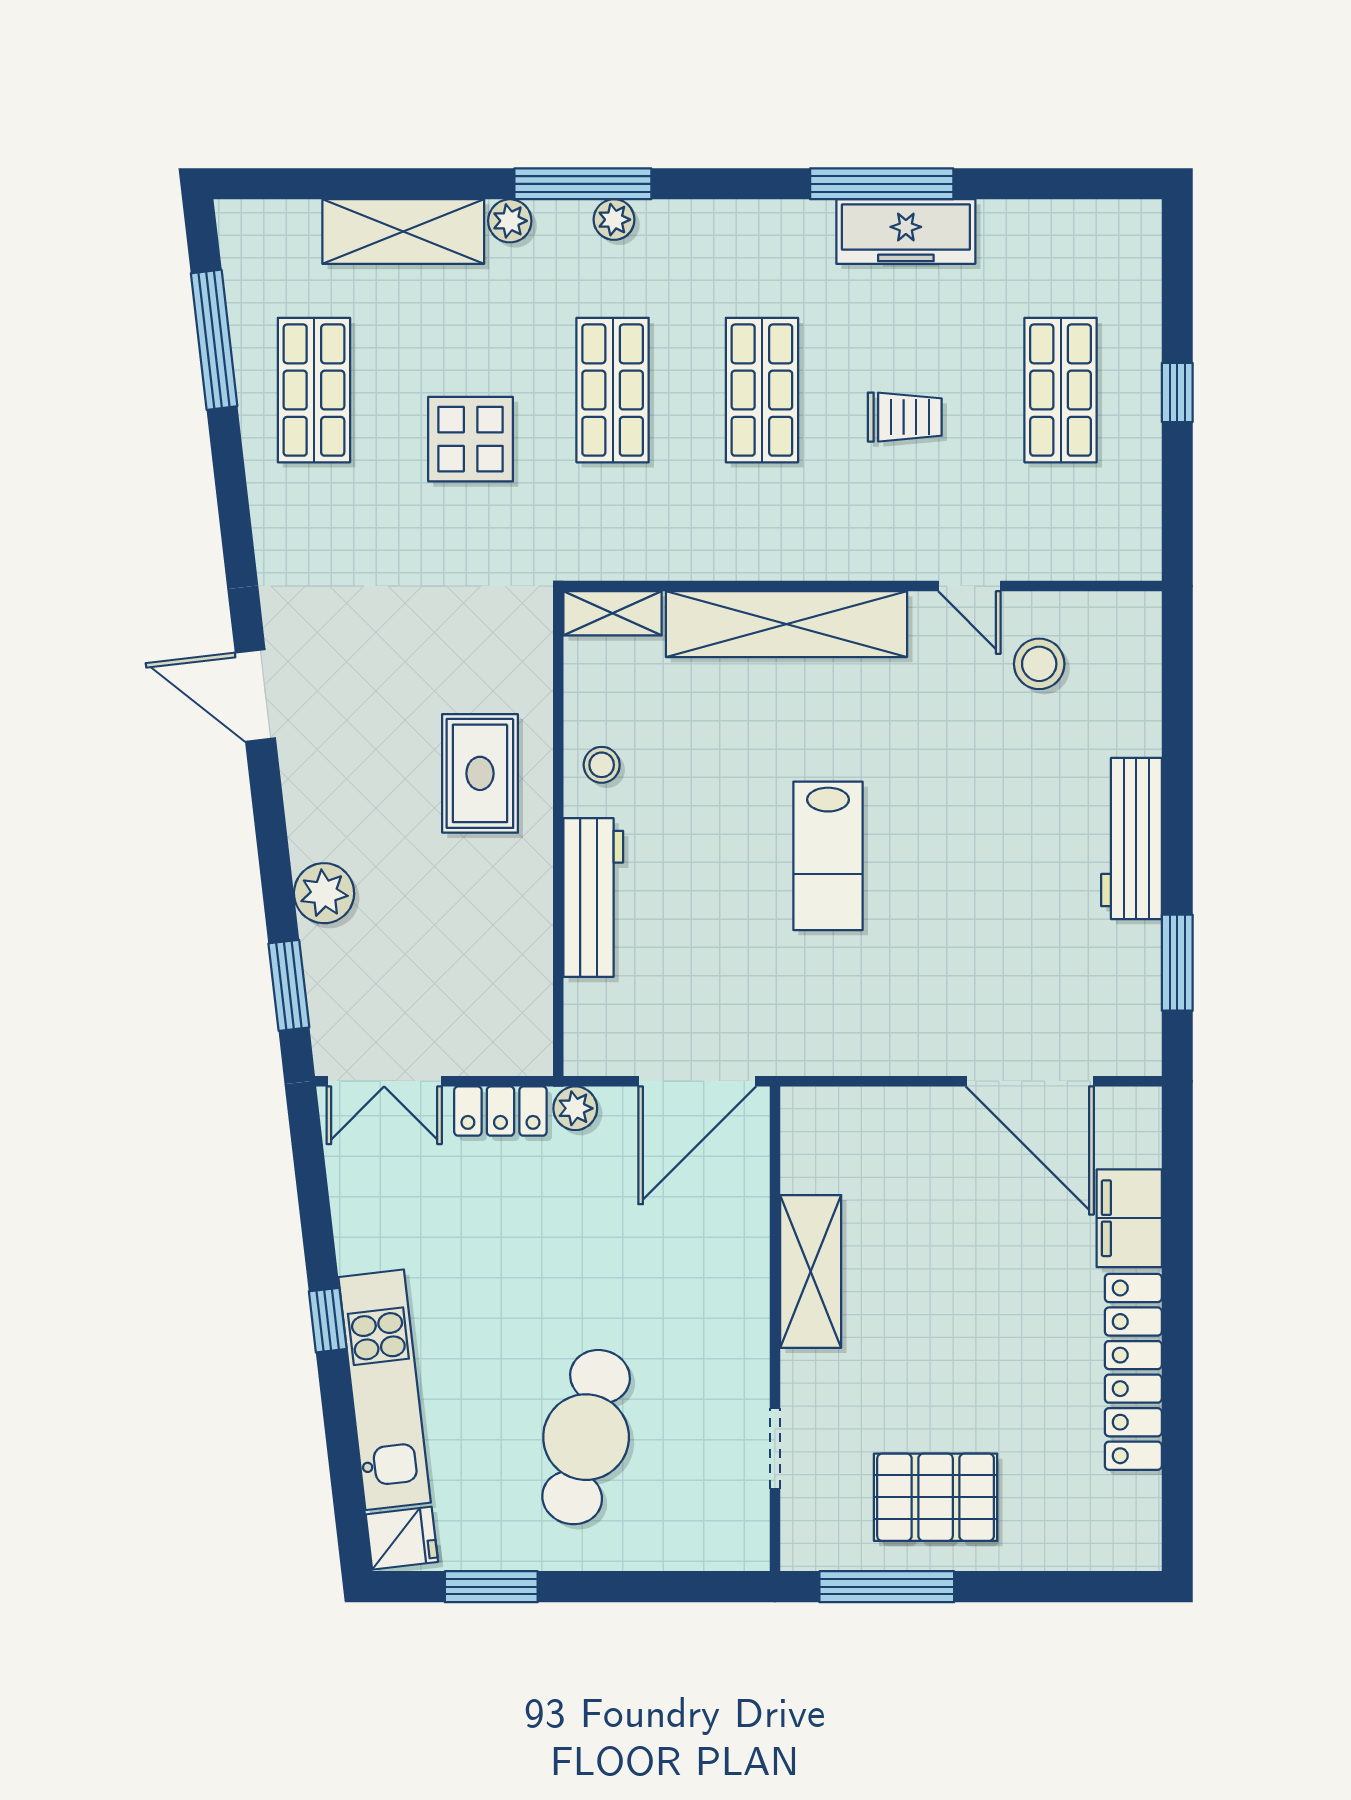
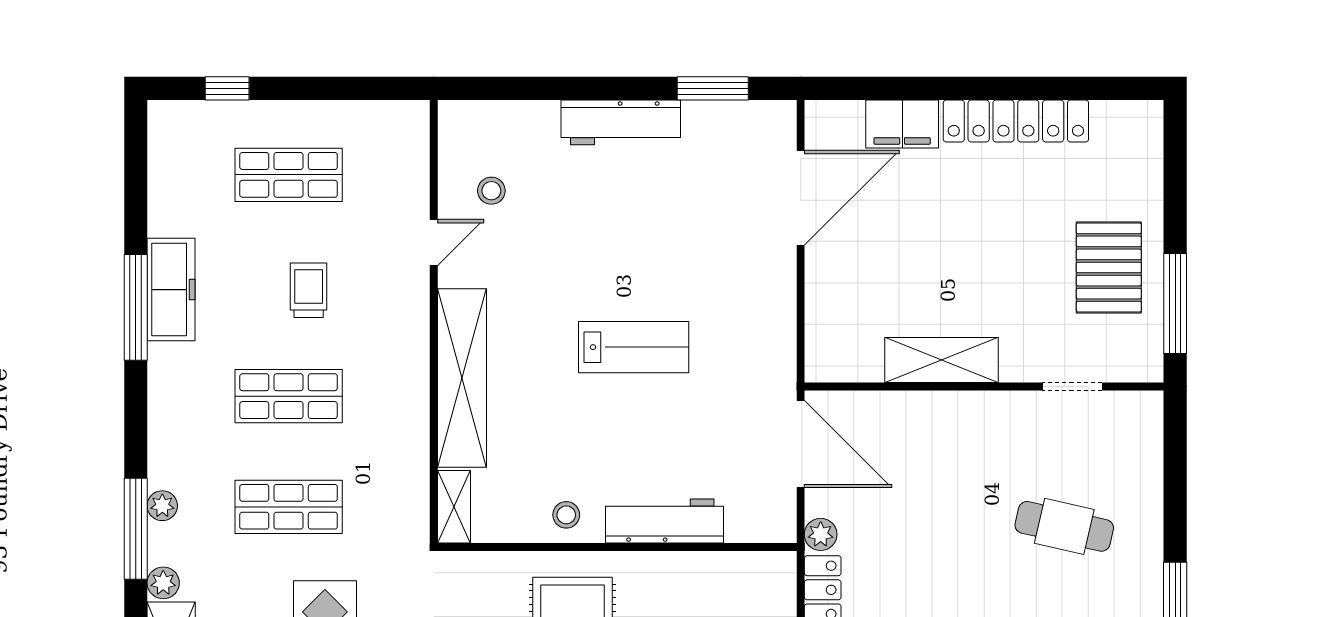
window: (1177, 393) -> (227, 88), moved
stool: (1039, 664) -> (491, 191), width x0.73, depth x0.73
cafe table: (586, 1437) -> (1064, 526), width x0.73, depth x0.74

